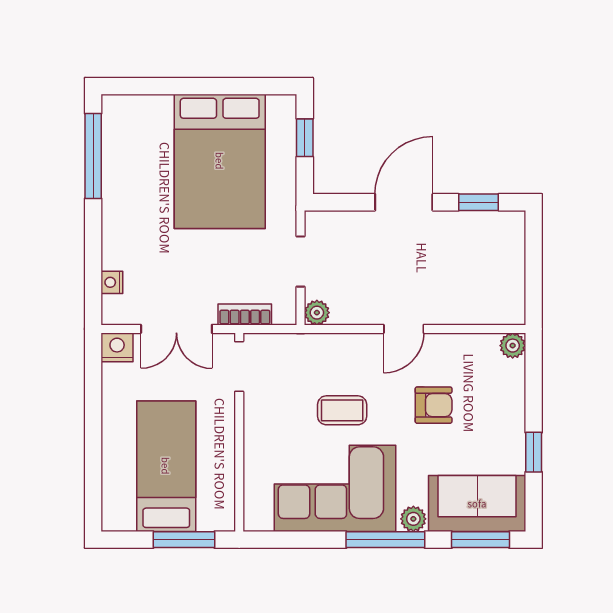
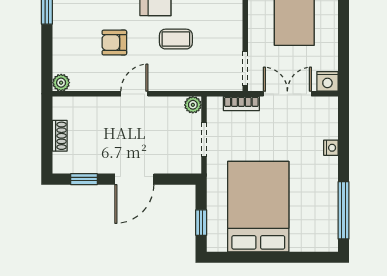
shoe rack: (515, 267) -> (60, 136), added
nightstand: (112, 282) -> (331, 148), moved

